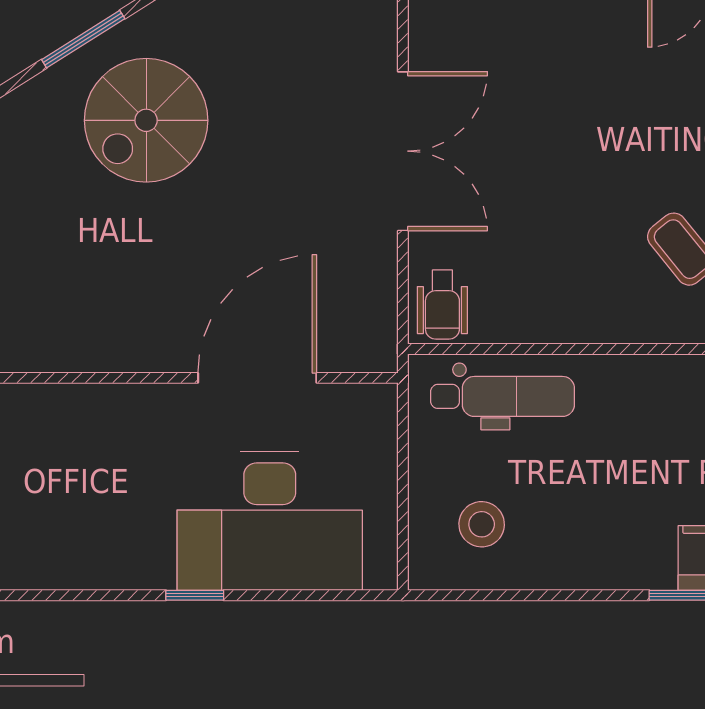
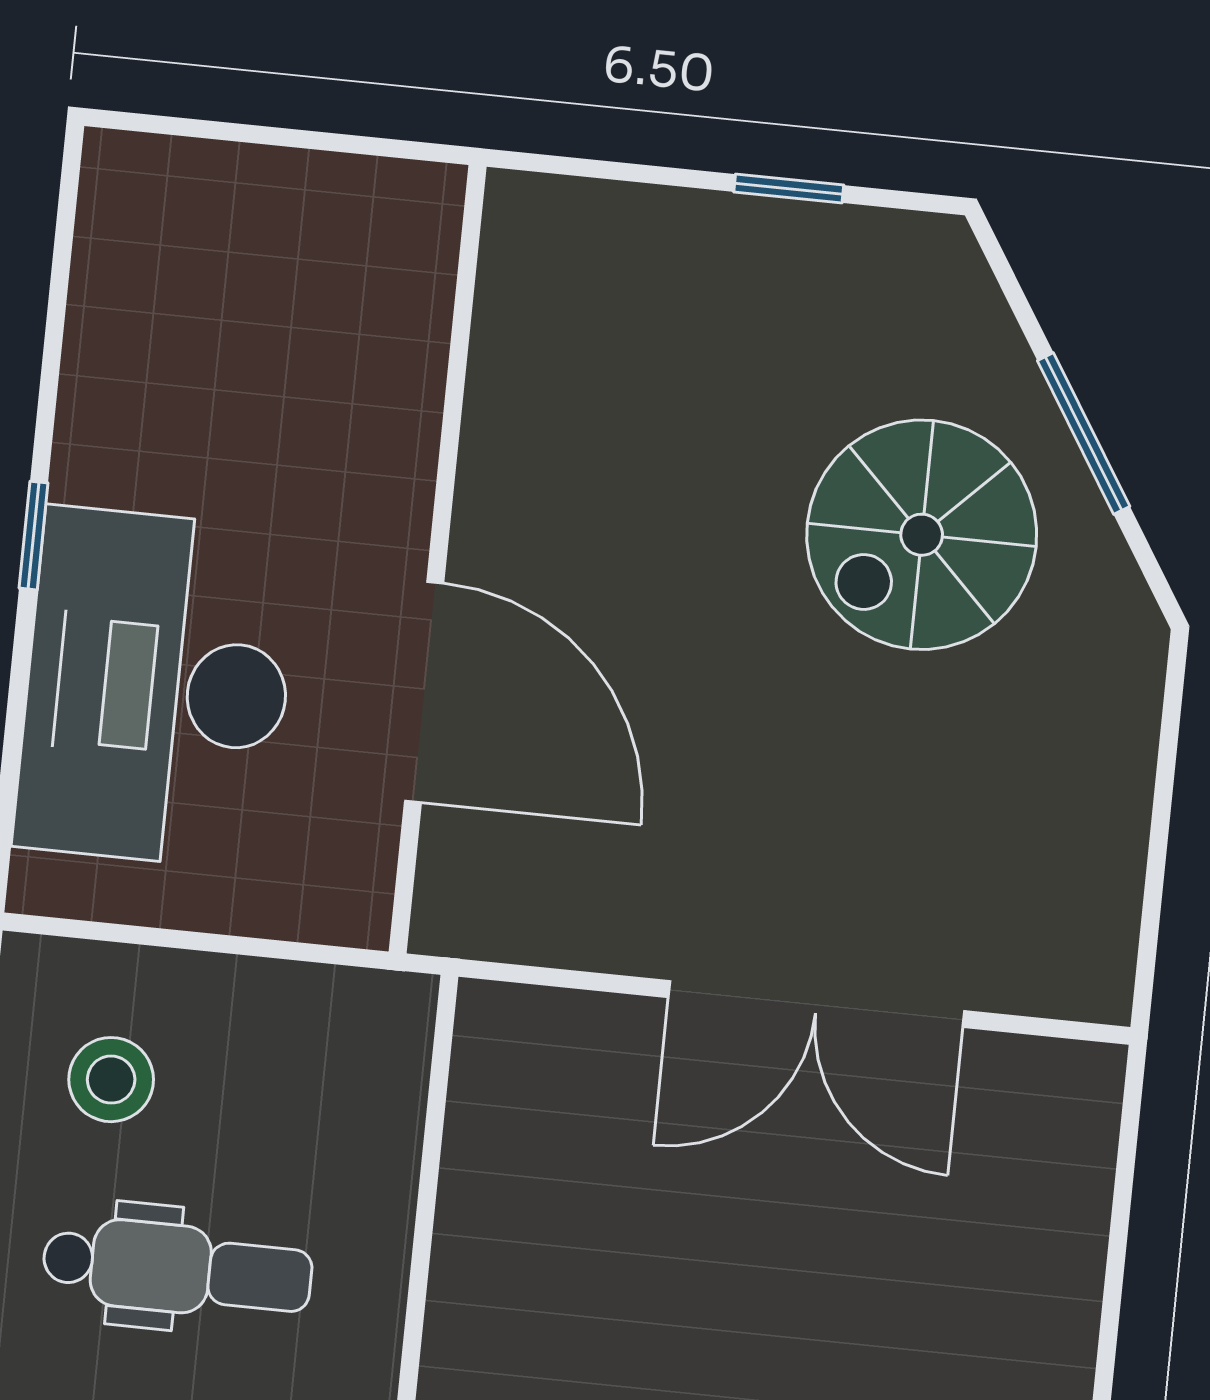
spiral stairs: (146, 120) -> (922, 535), turned -90
wheelchair: (442, 305) -> (525, 1048), removed
dental chair: (503, 396) -> (177, 1269), moved, turned -90

